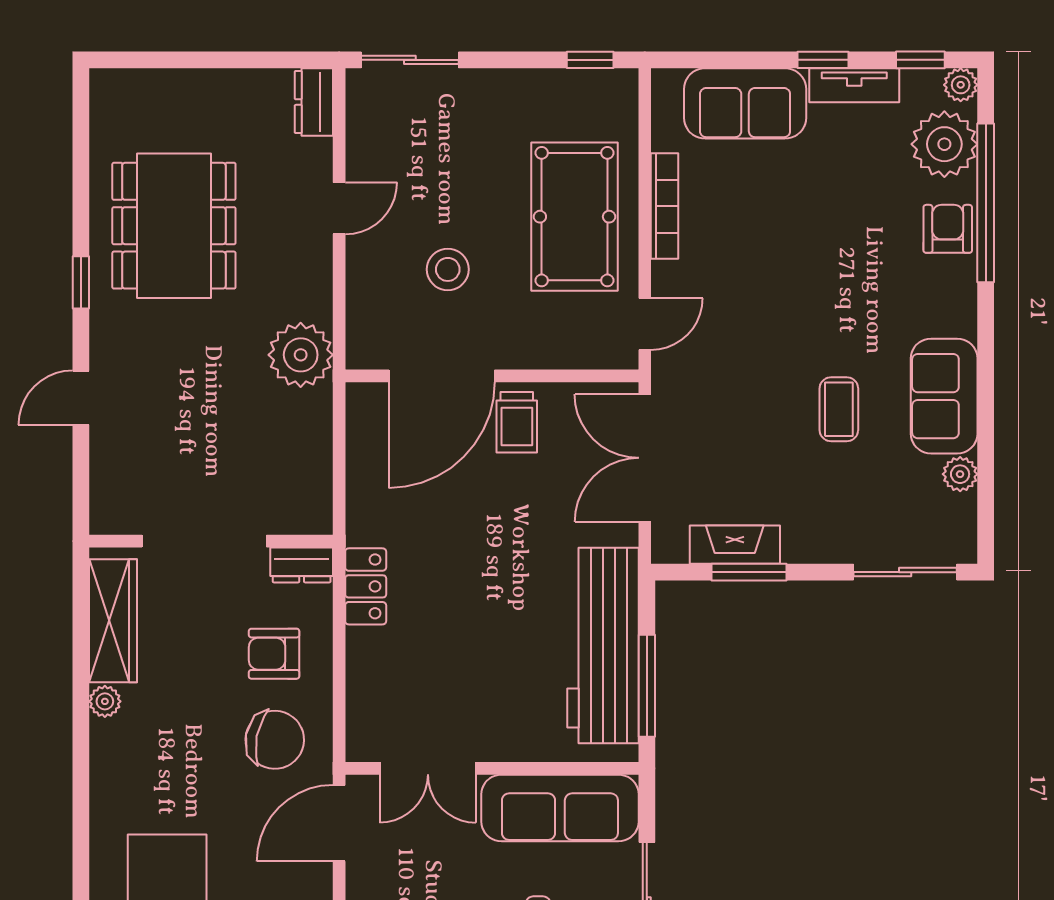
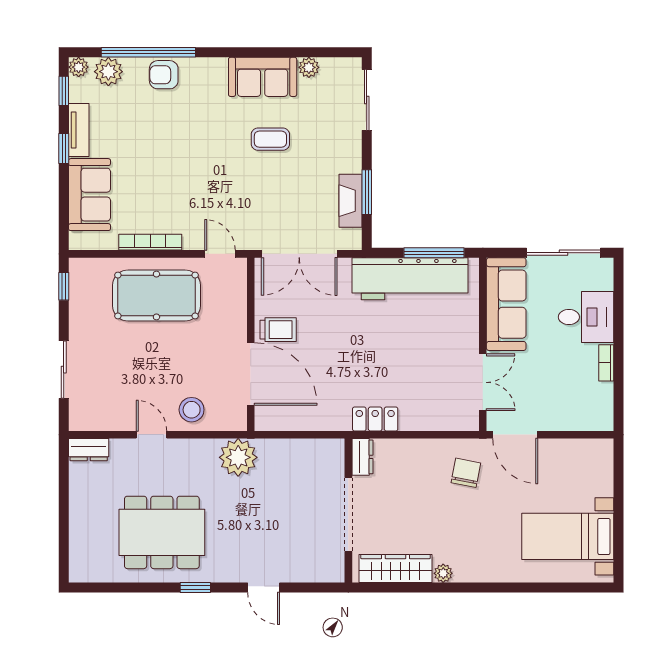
sliding door: (410, 60) -> (64, 370), moved
plant: (944, 144) -> (108, 72), width x0.73, depth x0.73
stool: (448, 269) -> (192, 410), moved
armchair: (274, 654) -> (415, 473), removed
chair: (275, 740) -> (466, 473), width x0.73, depth x0.73

